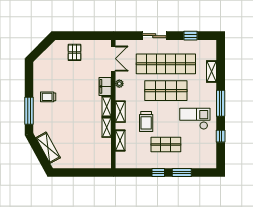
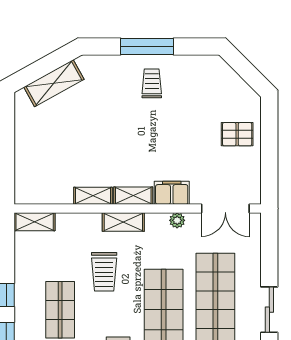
sliding door: (154, 36) -> (269, 310), moved
window: (29, 111) -> (147, 47), moved
trolley: (146, 122) -> (104, 272), turned -90
shelving: (120, 140) -> (35, 222), moved

